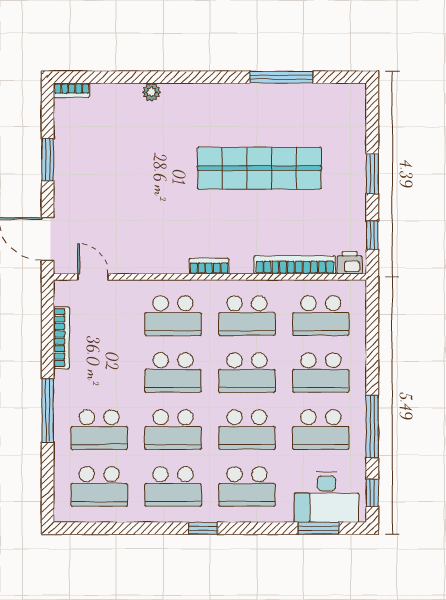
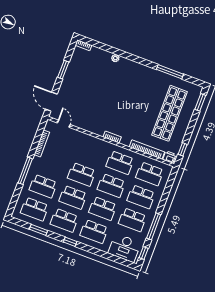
shop shelf: (259, 168) -> (170, 113), moved, turned 90
window: (372, 174) -> (200, 102), moved
school desk: (173, 316) -> (90, 151), removed
window: (318, 528) -> (39, 230), moved

